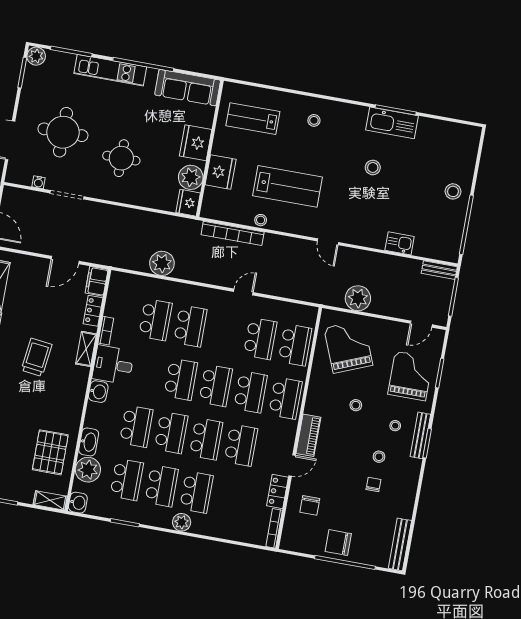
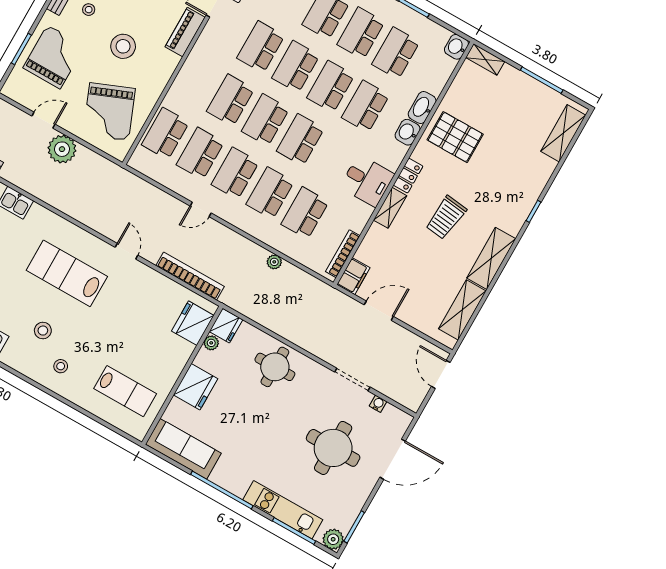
kitchen unit: (110, 70) -> (283, 510), moved
round table: (121, 158) -> (275, 367), moved
stool: (373, 167) -> (43, 331), moved
fridge: (221, 172) -> (193, 323), moved
plant: (191, 177) -> (211, 343), width x0.53, depth x0.53
lab bench: (287, 186) -> (67, 273), moved
stool: (261, 220) -> (155, 280), removed
door: (328, 242) -> (126, 251), moved
plant: (162, 263) -> (274, 262), width x0.53, depth x0.53
plant: (358, 298) -> (62, 149), moved
locker: (93, 311) -> (408, 176), moved
door: (421, 324) -> (43, 120), moved
bookcase: (106, 331) -> (343, 254), moved, width x1.56
grand piano: (410, 376) -> (54, 57), turned 180
washbasin: (98, 392) -> (408, 132), moved
school desk: (285, 398) -> (235, 173), moved
stool: (356, 405) -> (123, 46), width x1.89, depth x1.89
pallet: (50, 452) -> (455, 137), moved, turned 90
plant: (88, 470) -> (433, 78), removed

